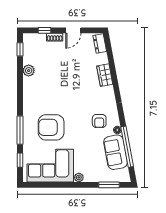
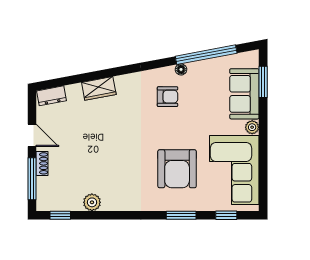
window: (44, 30) -> (32, 179), width x2.17
window: (20, 130) -> (181, 215), width x0.69
sofa: (115, 152) -> (244, 94), moved, turned 101

